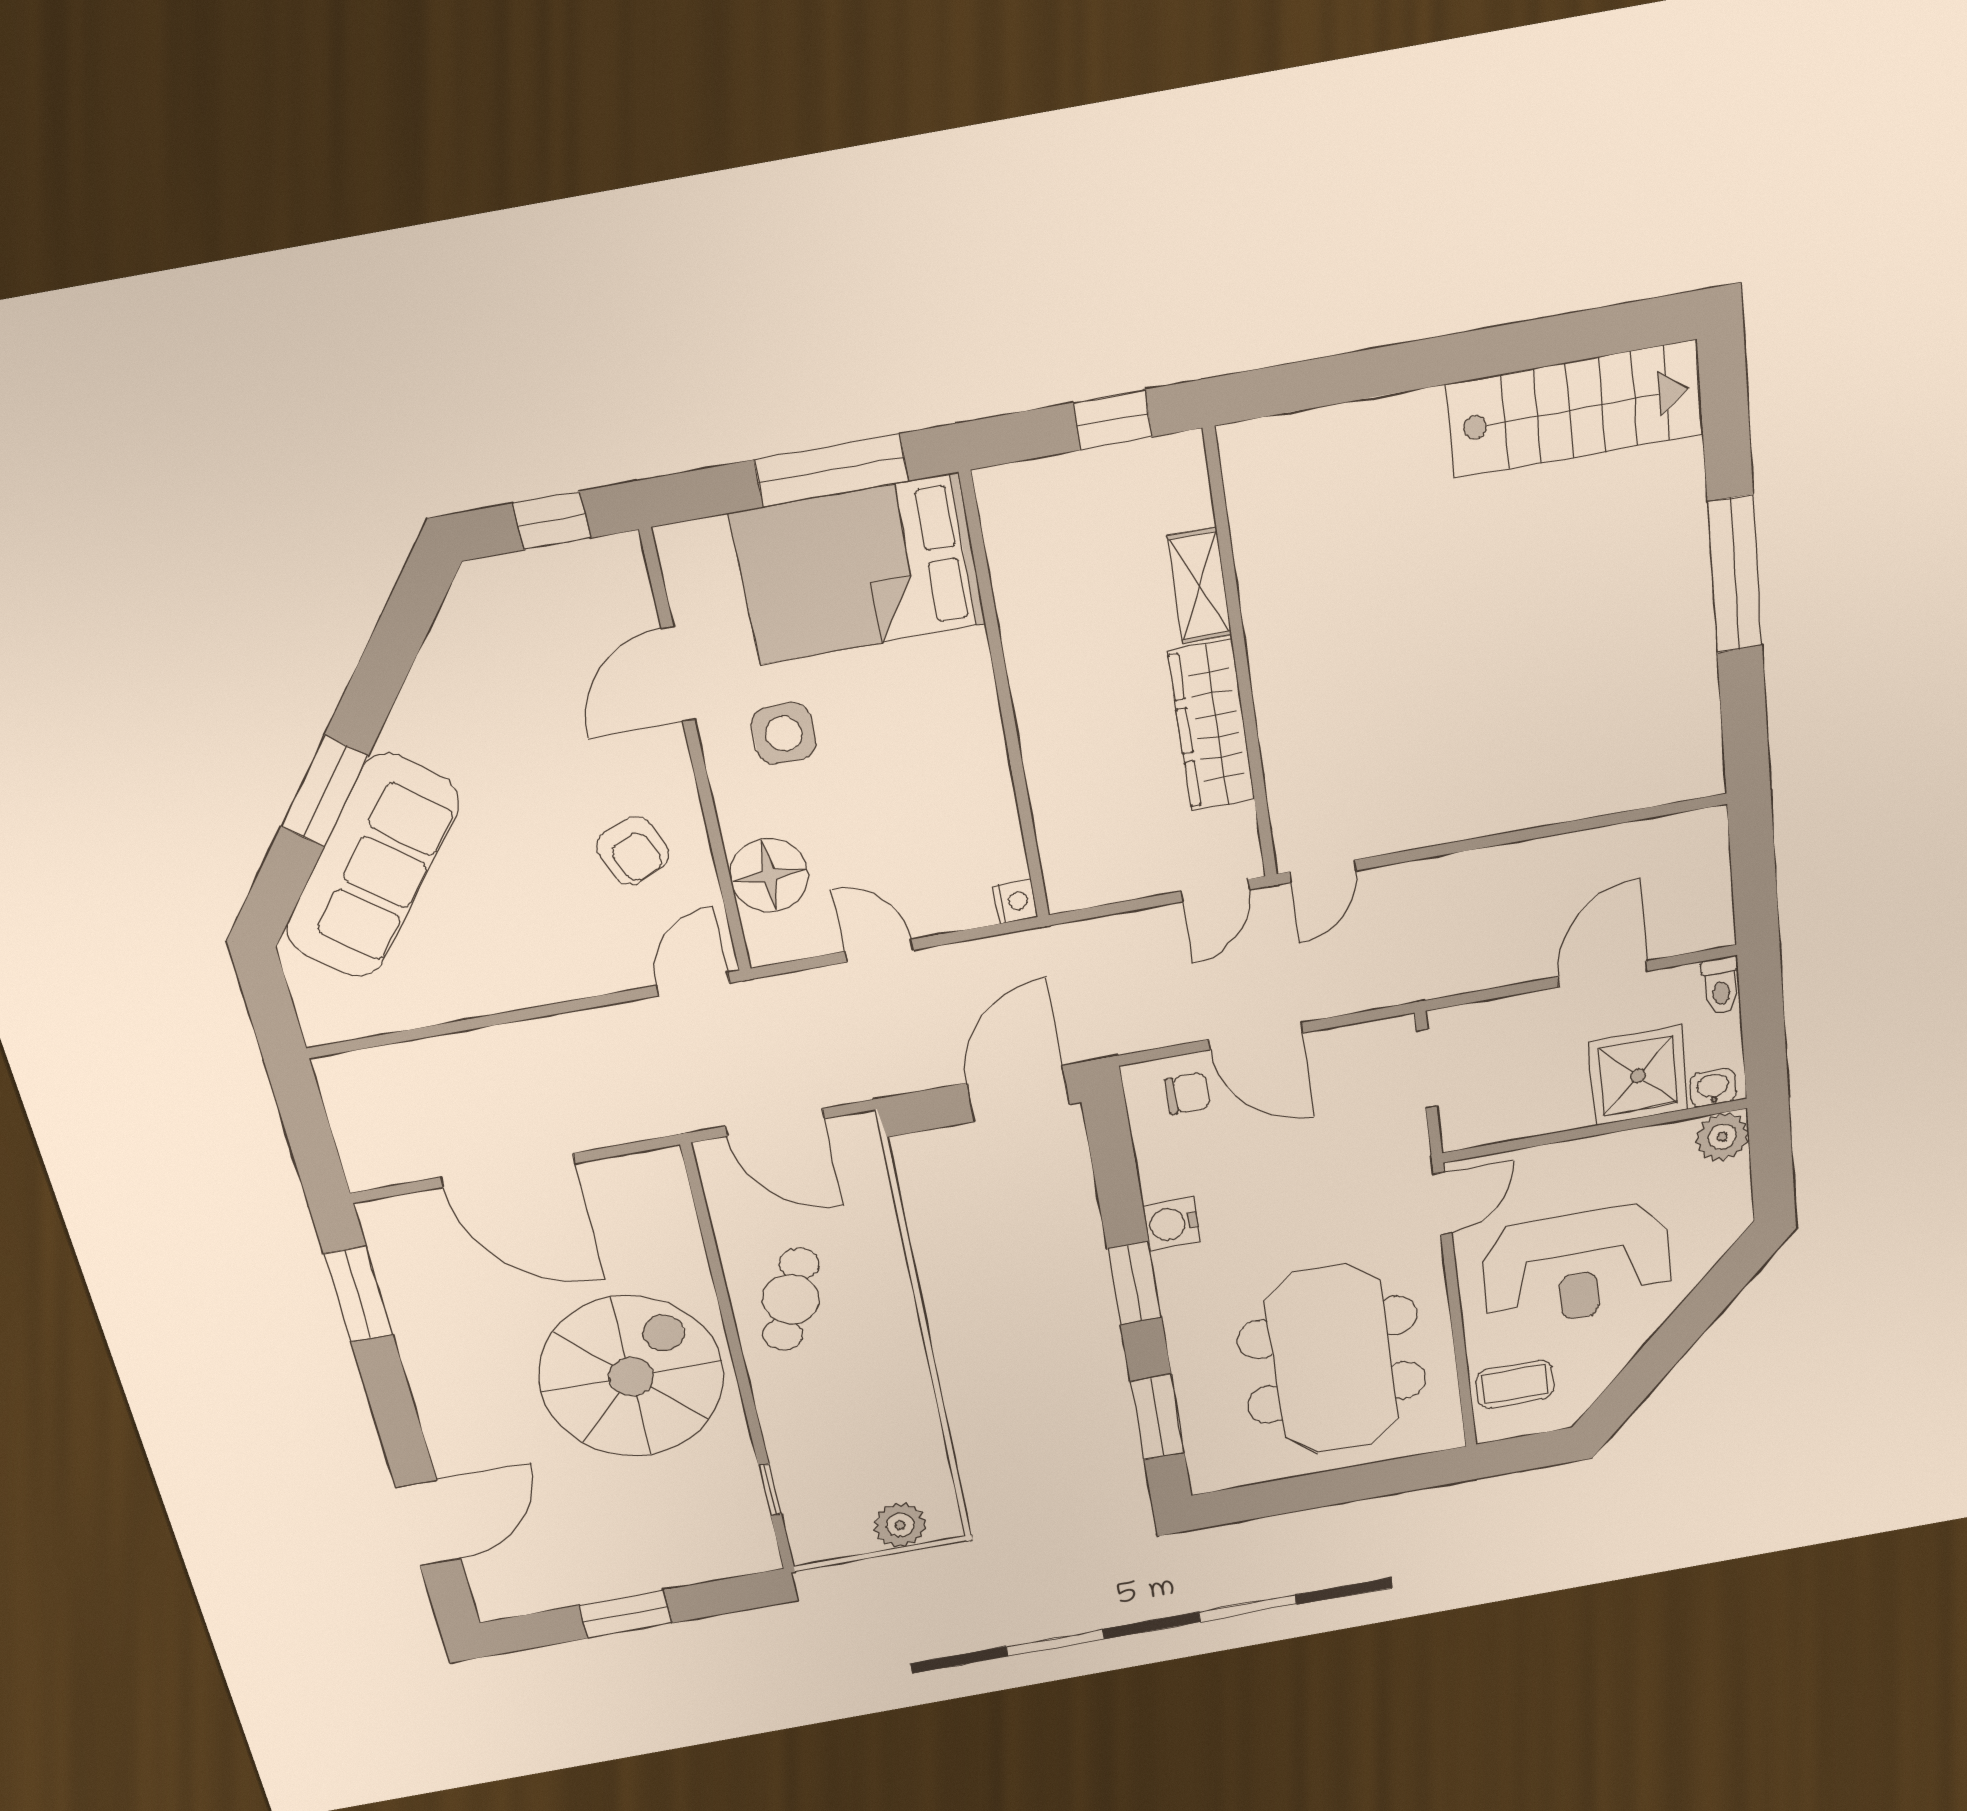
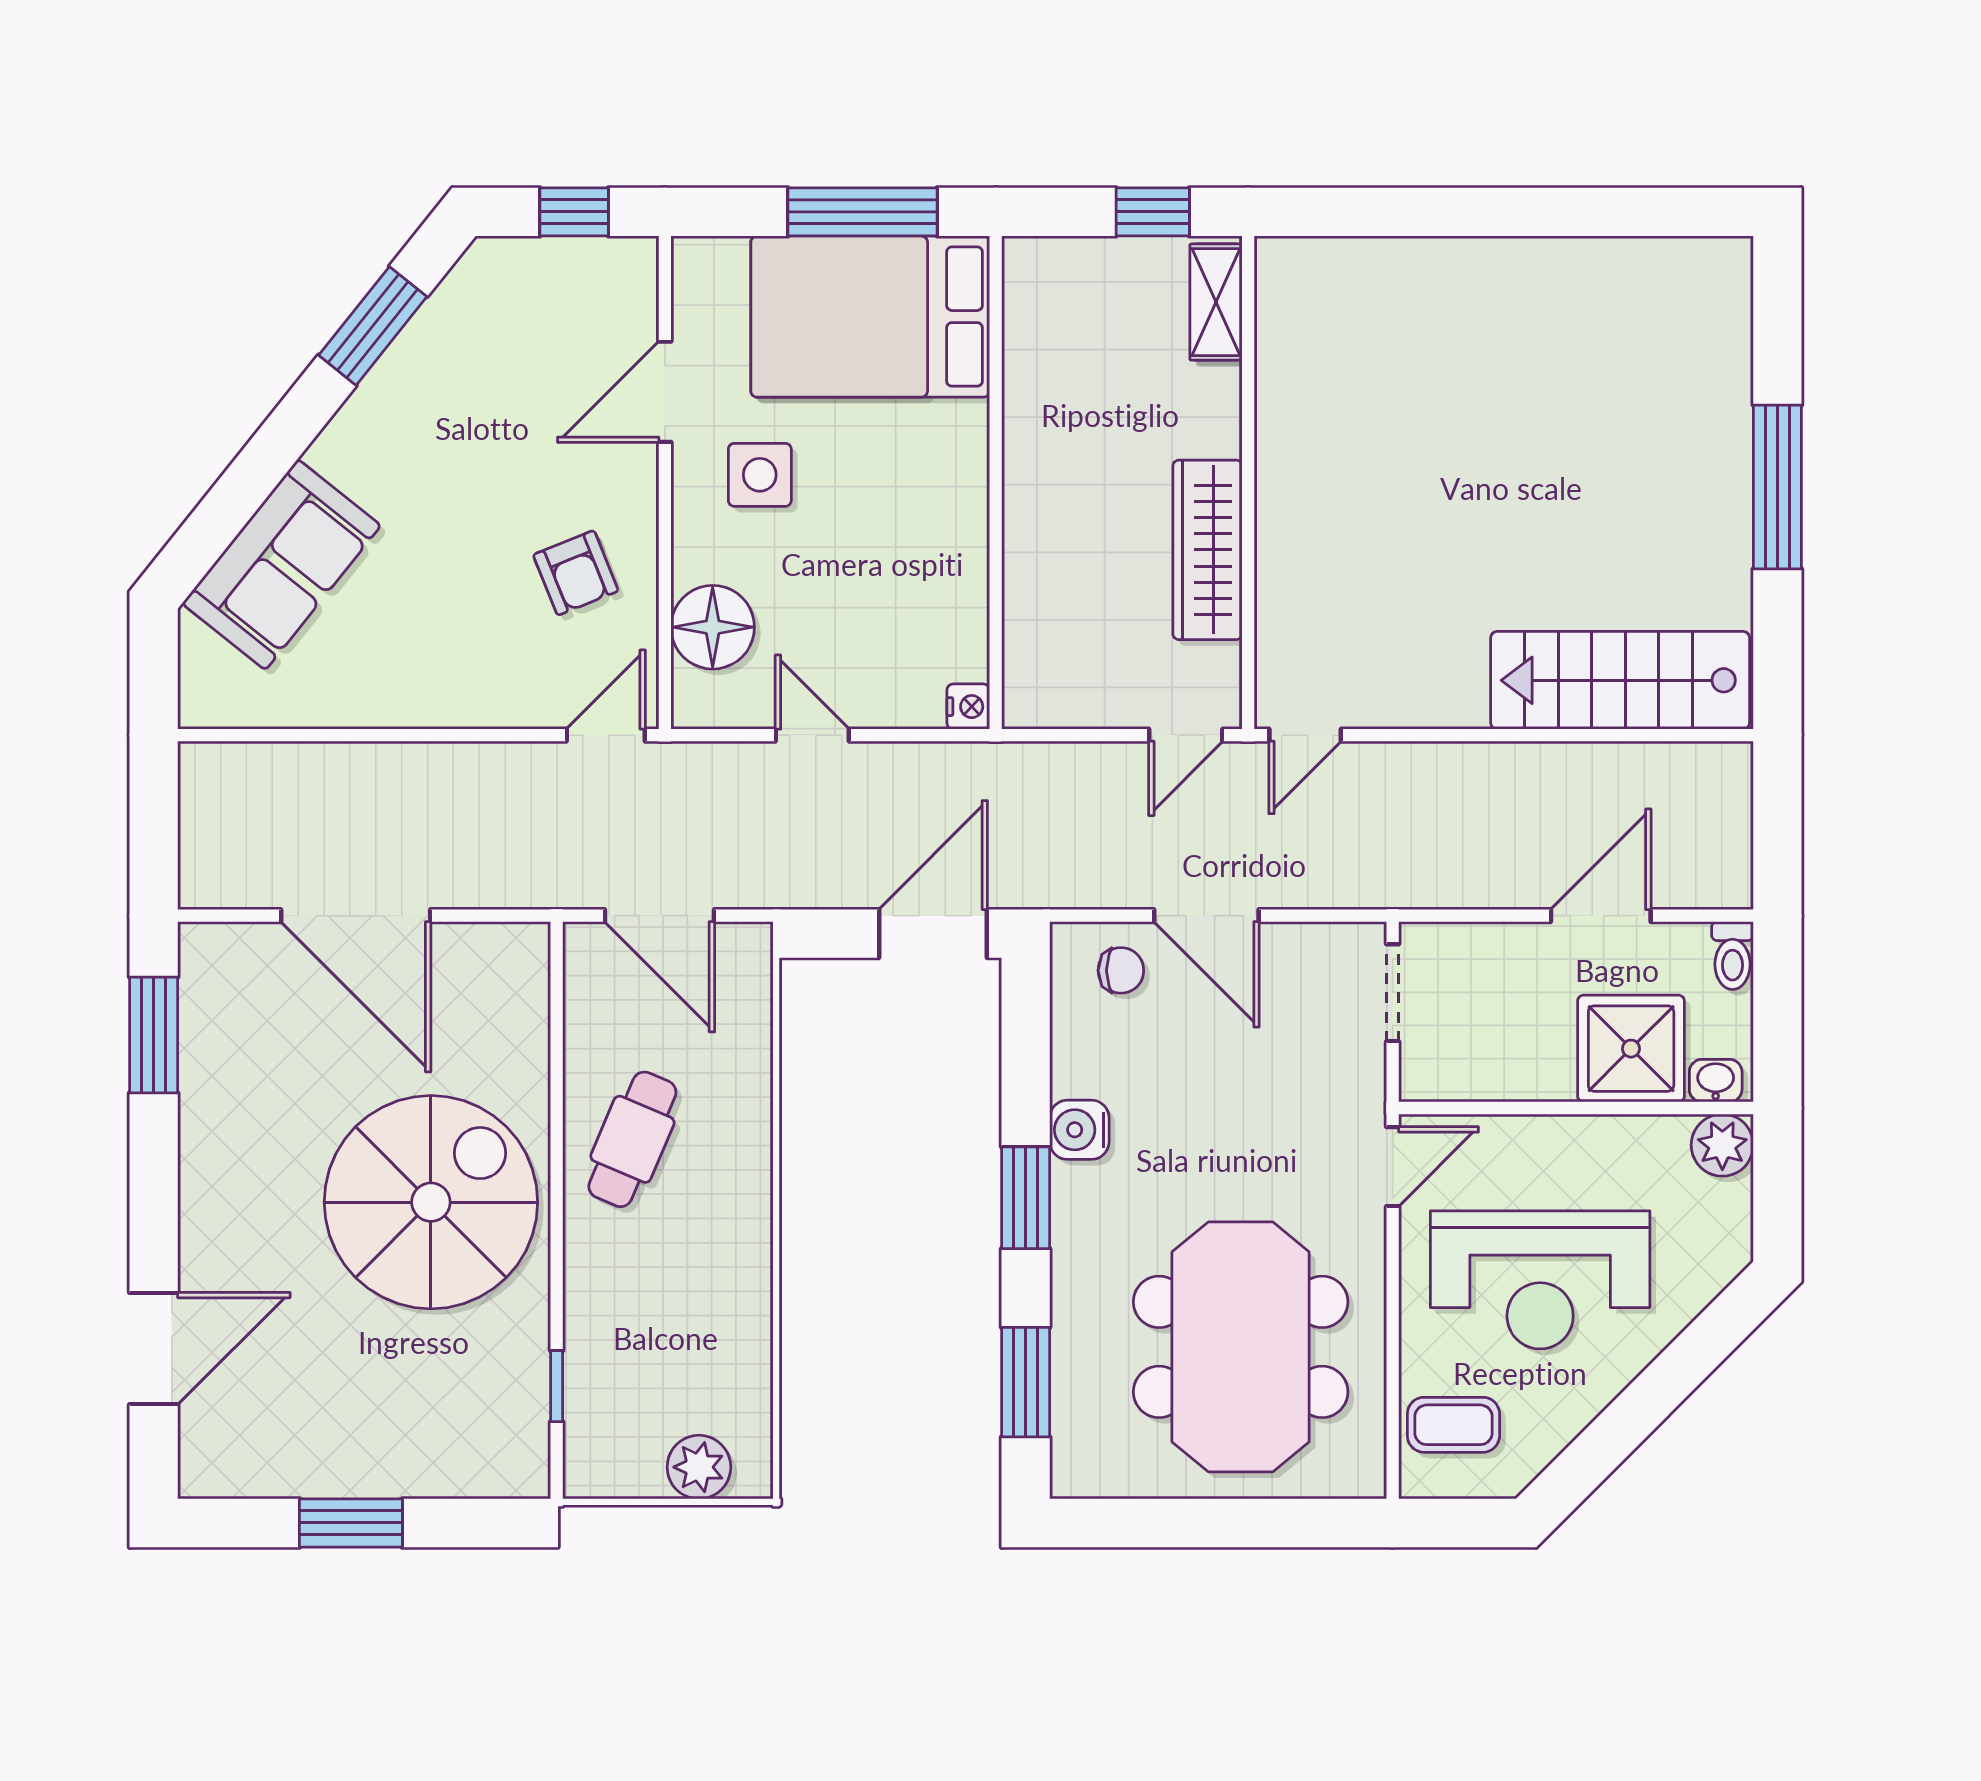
stairs: (1574, 409) -> (1620, 680), moved, turned 180
shelving: (1200, 586) -> (1216, 302), moved
window: (324, 791) -> (373, 326), moved
sofa: (373, 866) -> (281, 565), width x0.73

